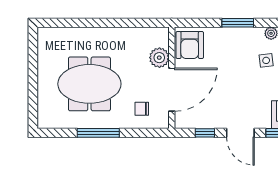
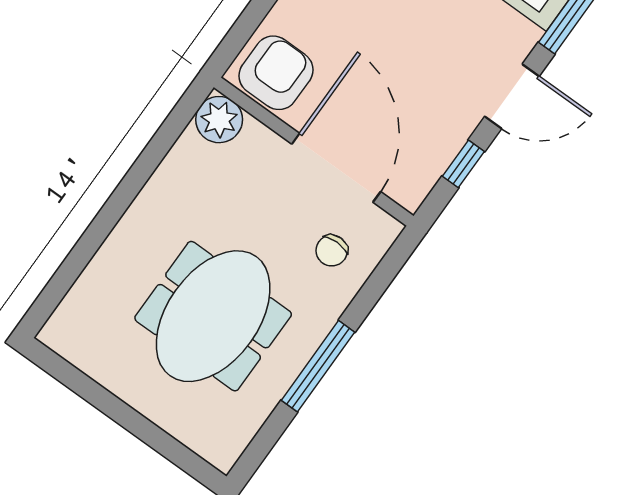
armchair: (190, 45) -> (276, 73), turned -90
plant: (159, 58) -> (219, 120), moved

